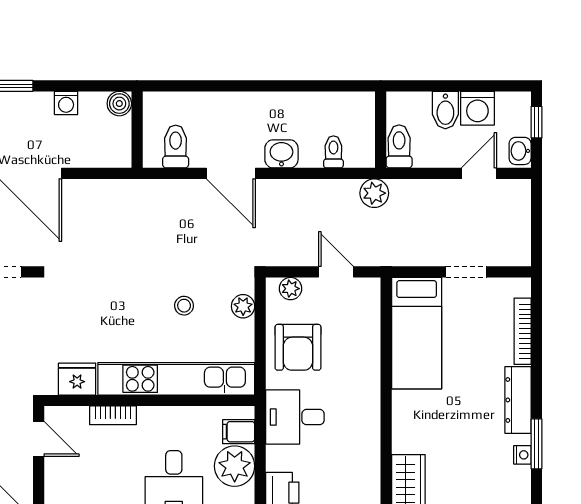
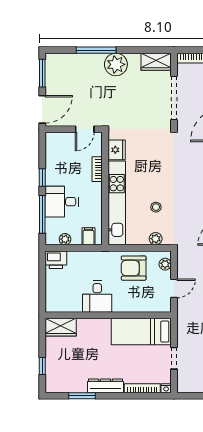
desk: (295, 417) -> (97, 297), moved, turned 180
nightstand: (522, 455) -> (166, 388), moved
plant: (235, 466) -> (65, 239), width x0.53, depth x0.53

